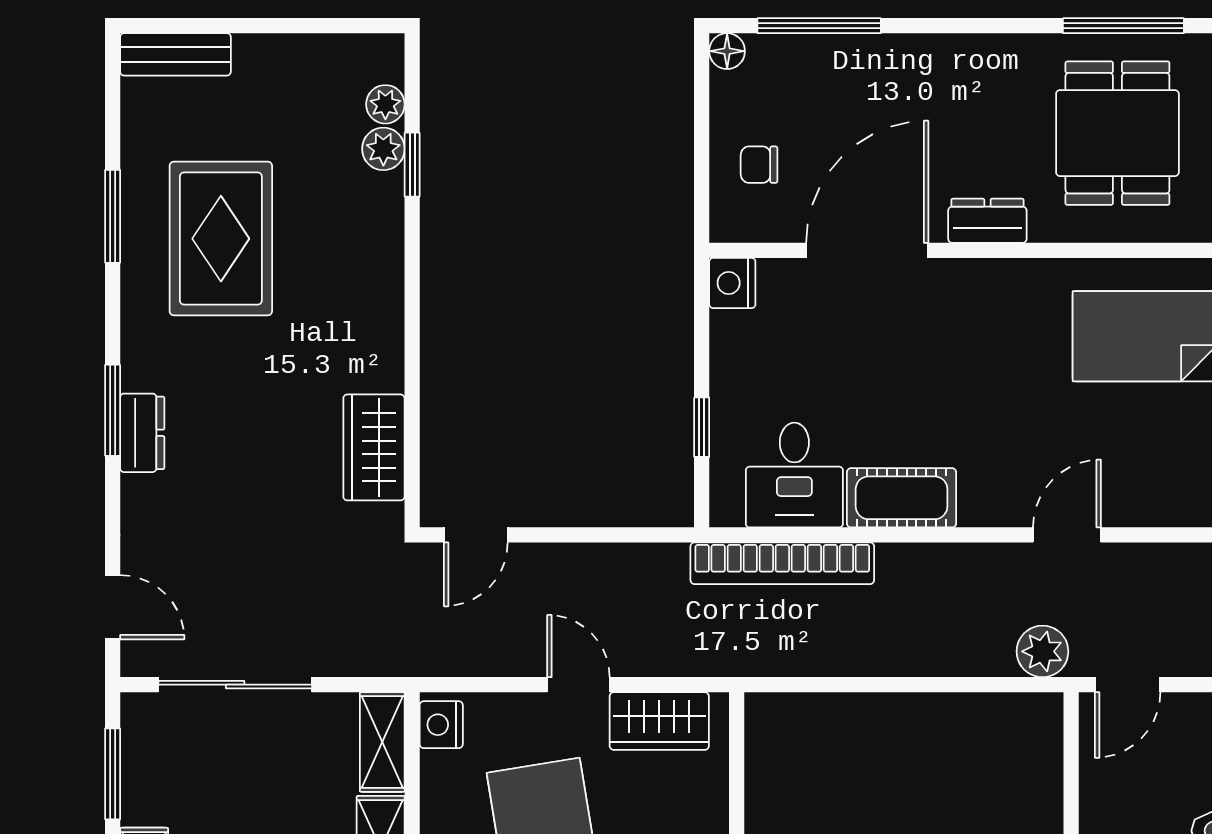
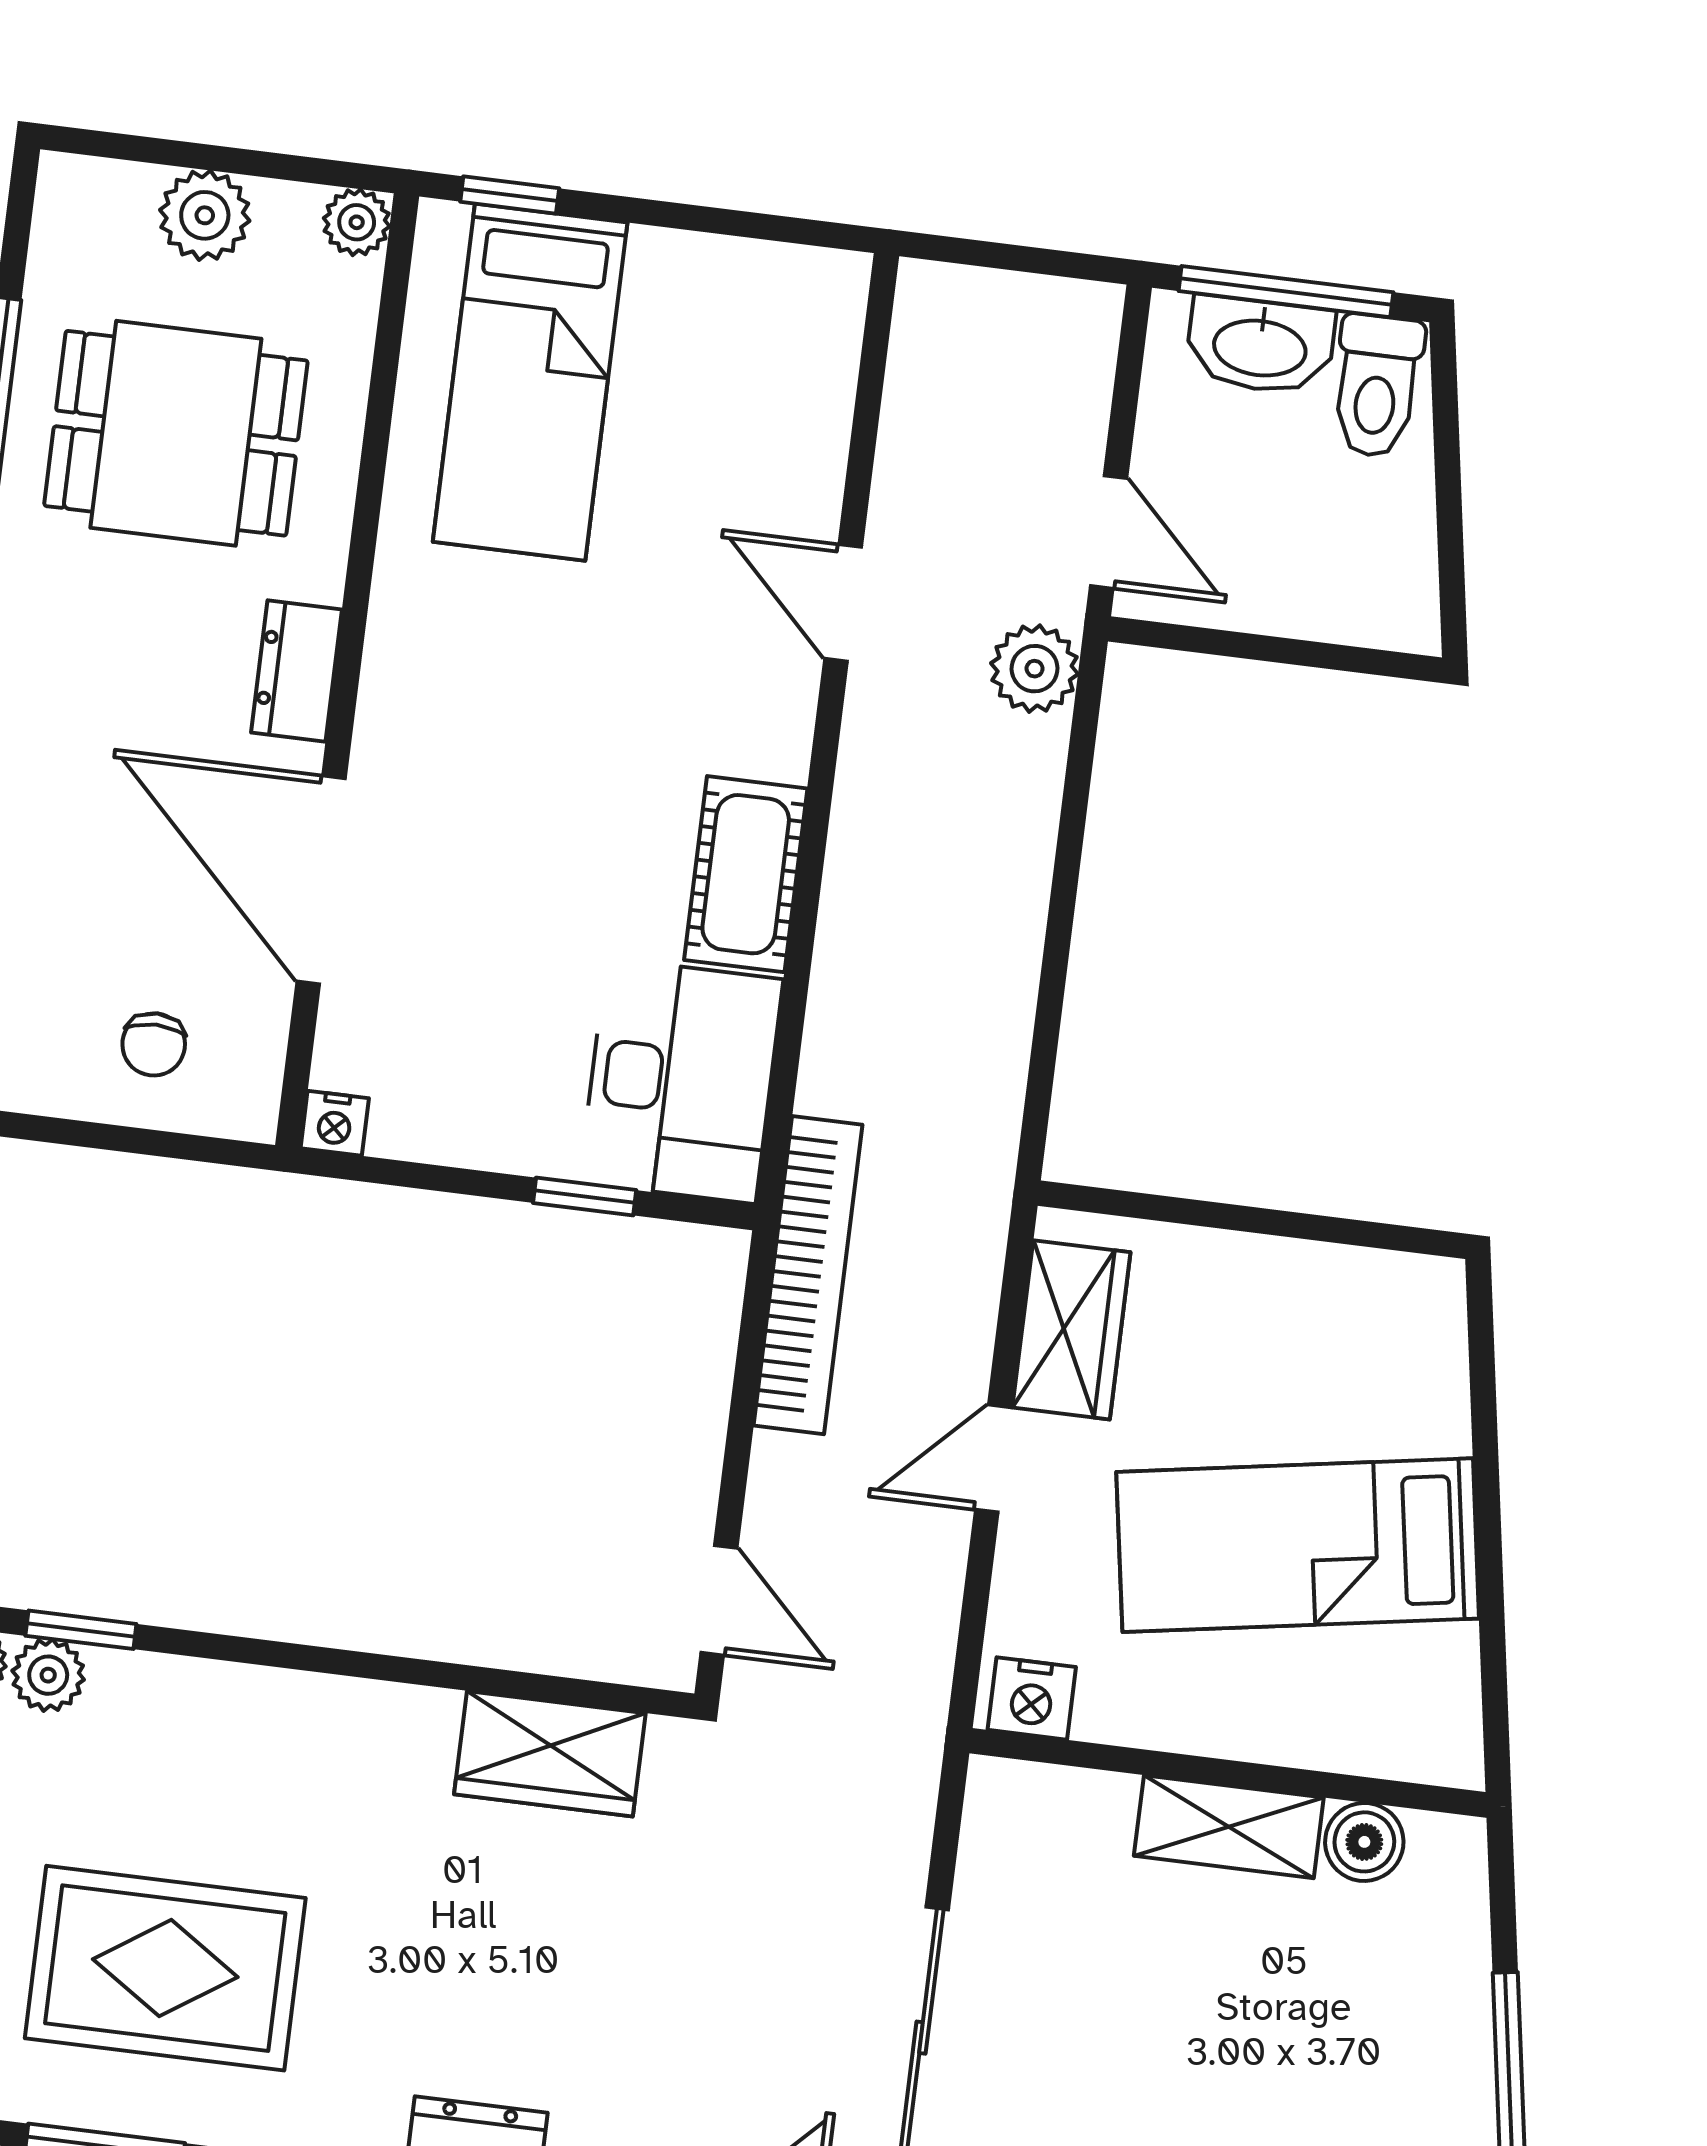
nightstand: (732, 283) -> (335, 1123), width x0.72, depth x0.74
desk: (794, 475) -> (681, 1081), width x1.37
bookcase: (782, 563) -> (808, 1275), moved
shelving: (382, 742) -> (1049, 1802), removed

